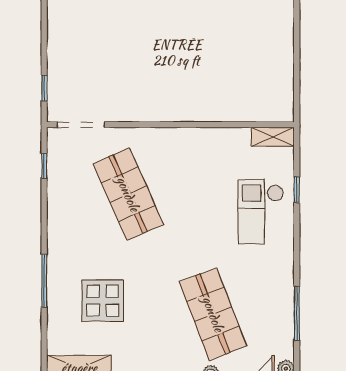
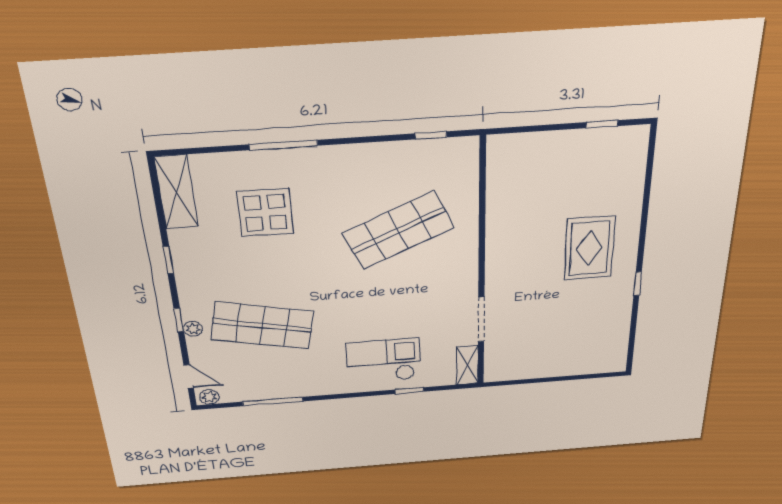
rug: (159, 33) -> (589, 248), added
window: (44, 88) -> (602, 124), moved
doorway: (81, 125) -> (481, 320), moved
shop shelf: (213, 314) -> (263, 325), turned 33

